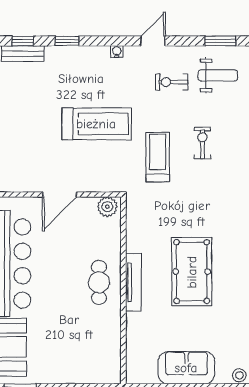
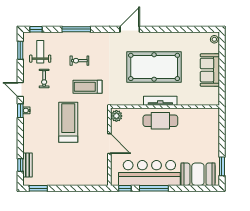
window: (67, 41) -> (20, 111), moved
pool table: (192, 272) -> (154, 67), width x1.36, depth x1.32
cafe table: (99, 282) -> (160, 121), width x1.37, depth x1.35

